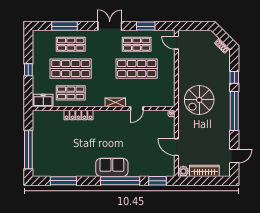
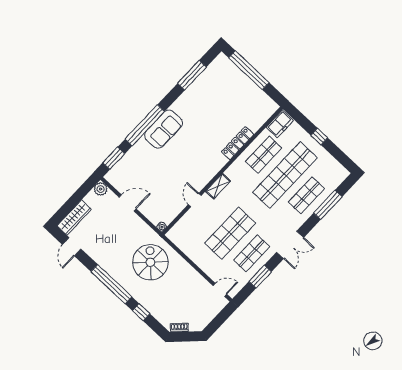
shop shelf: (71, 69) -> (285, 175), width x1.40
wardrobe: (204, 171) -> (74, 218), moved

